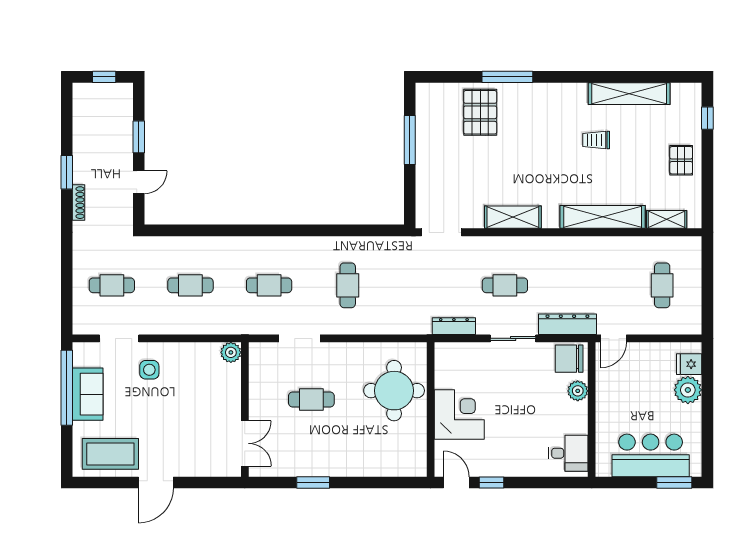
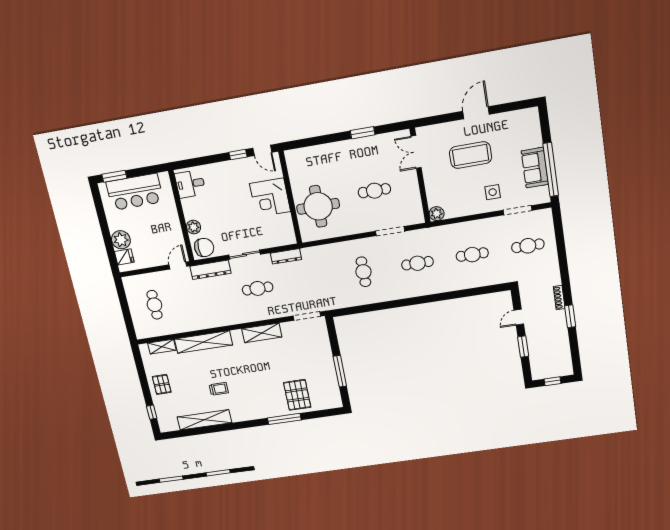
coffee table: (110, 454) -> (471, 155), moved

